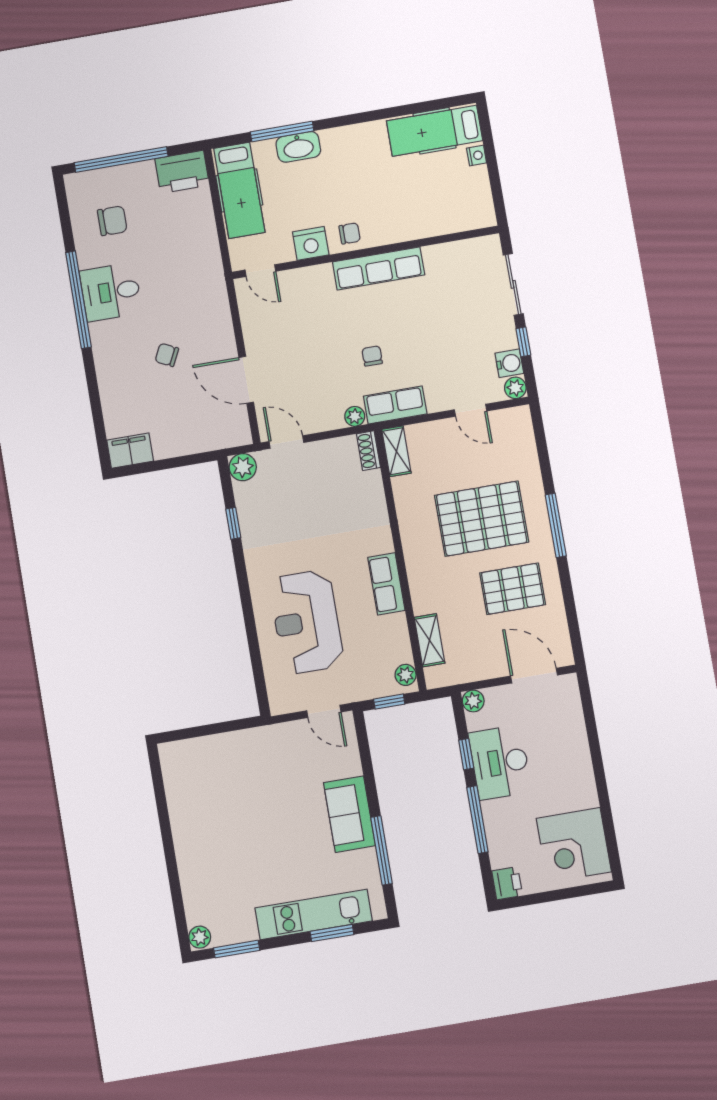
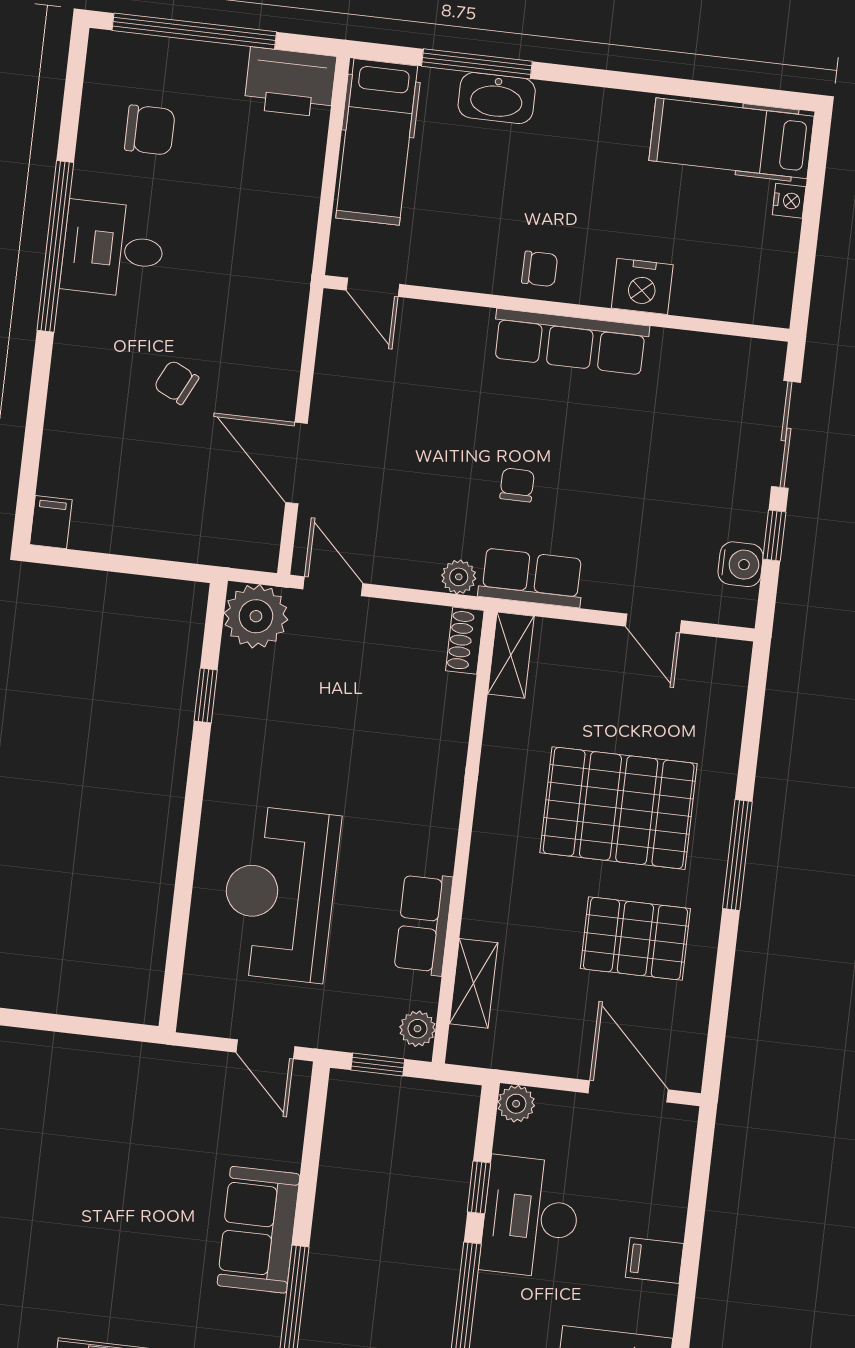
nightstand: (311, 243) -> (642, 286), moved
plant: (515, 388) -> (738, 608), removed
filing cabinet: (130, 451) -> (51, 522), width x0.50
plant: (243, 467) -> (256, 616), width x1.36, depth x1.36
row of seats: (386, 584) -> (424, 924), moved
filing cabinet: (577, 767) -> (654, 1260), added

